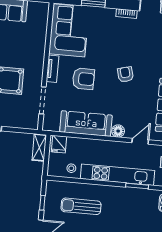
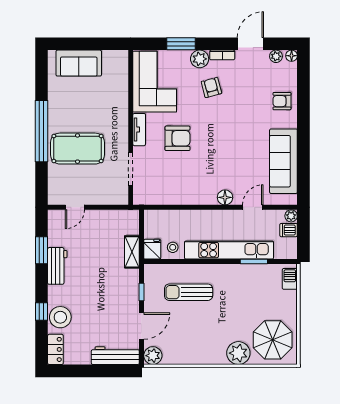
plant: (108, 15) -> (200, 59), added
armchair: (125, 74) -> (211, 87), moved
sofa: (86, 124) -> (185, 192), removed
fridge: (59, 144) -> (152, 249), moved, turned 180
shelving: (39, 148) -> (132, 252), moved

